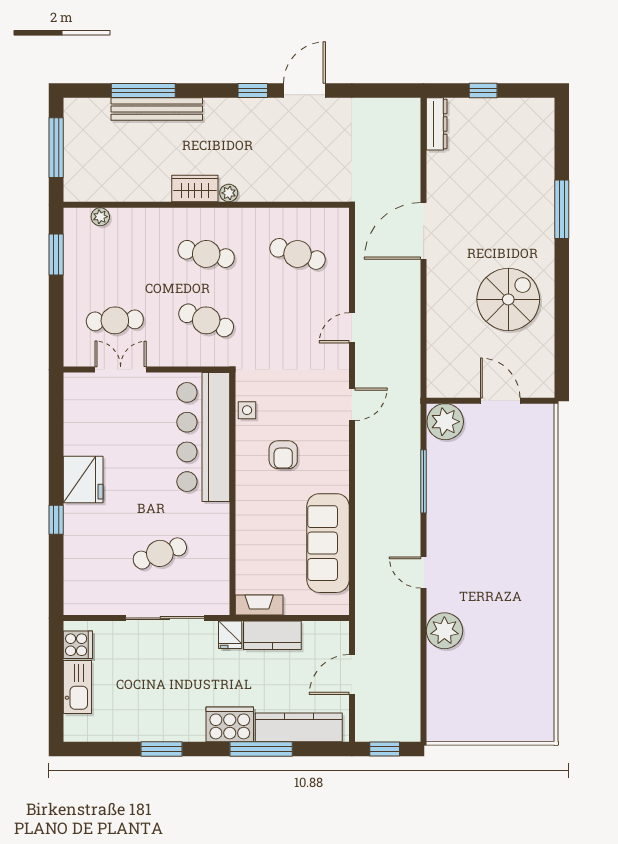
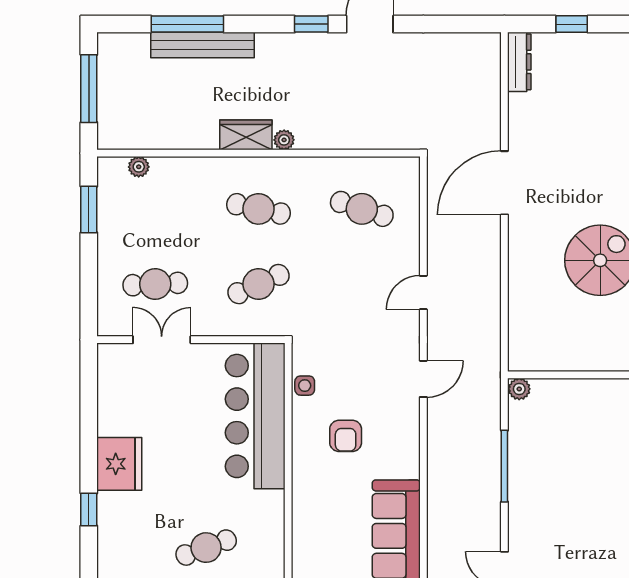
cafe table: (206, 320) -> (259, 284), turned -45
door: (500, 401) -> (591, 375), removed
plant: (445, 422) -> (519, 389), width x0.53, depth x0.53

